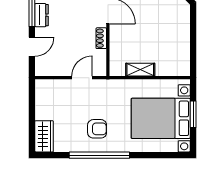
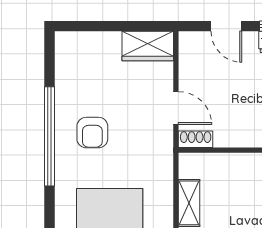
shoe rack: (101, 38) -> (196, 139), moved
wardrobe: (44, 136) -> (148, 46), moved

